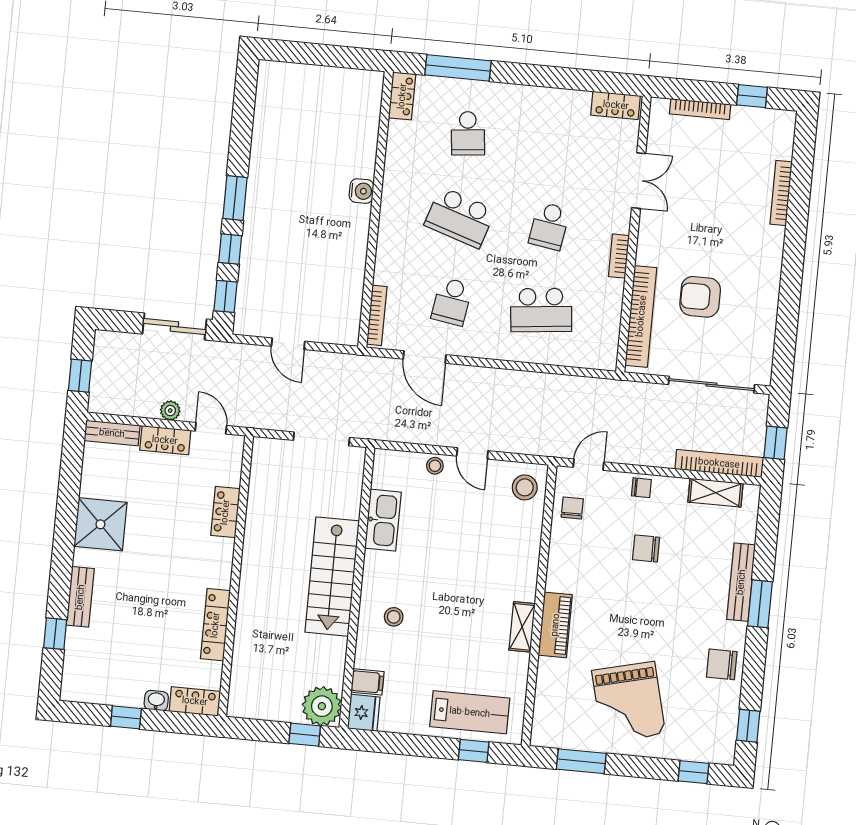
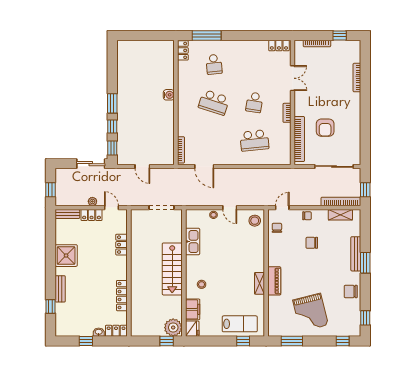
armchair: (700, 297) -> (325, 128), turned -90
school desk: (452, 301) -> (214, 140), removed
filing cabinet: (367, 682) -> (193, 309), width x2.00

